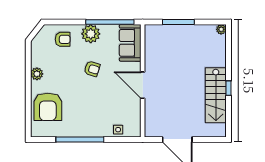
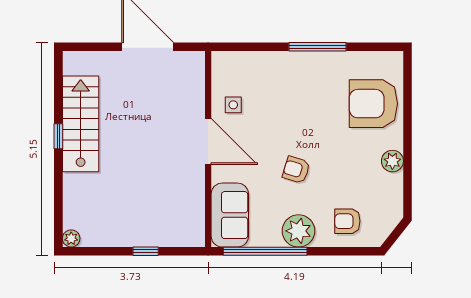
window: (178, 22) -> (146, 251), width x0.46
armchair: (48, 107) -> (373, 104), turned -90
side table: (118, 130) -> (233, 105), moved
window: (80, 139) -> (317, 47), width x0.68

